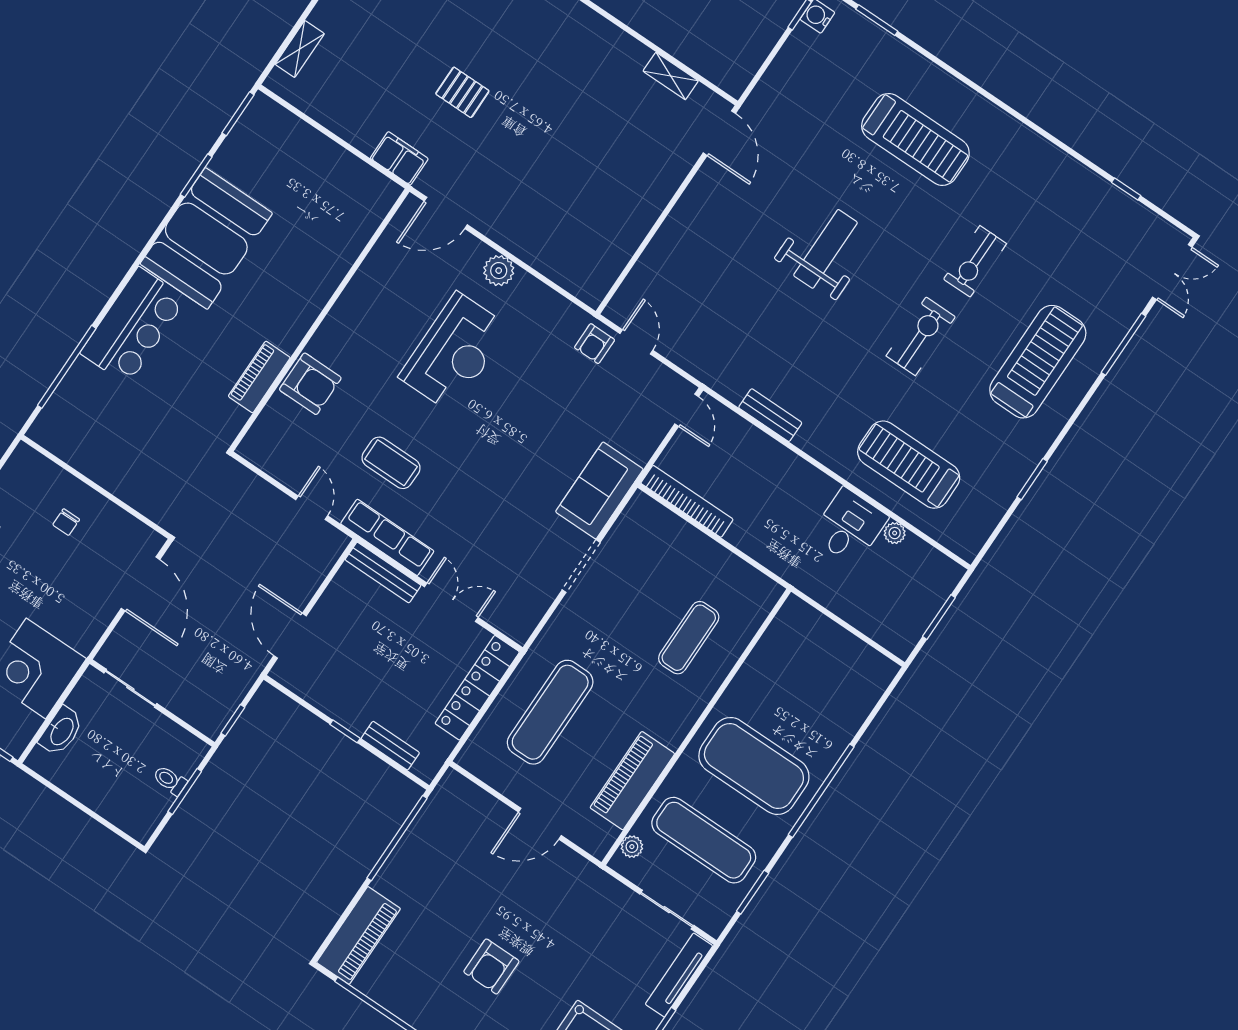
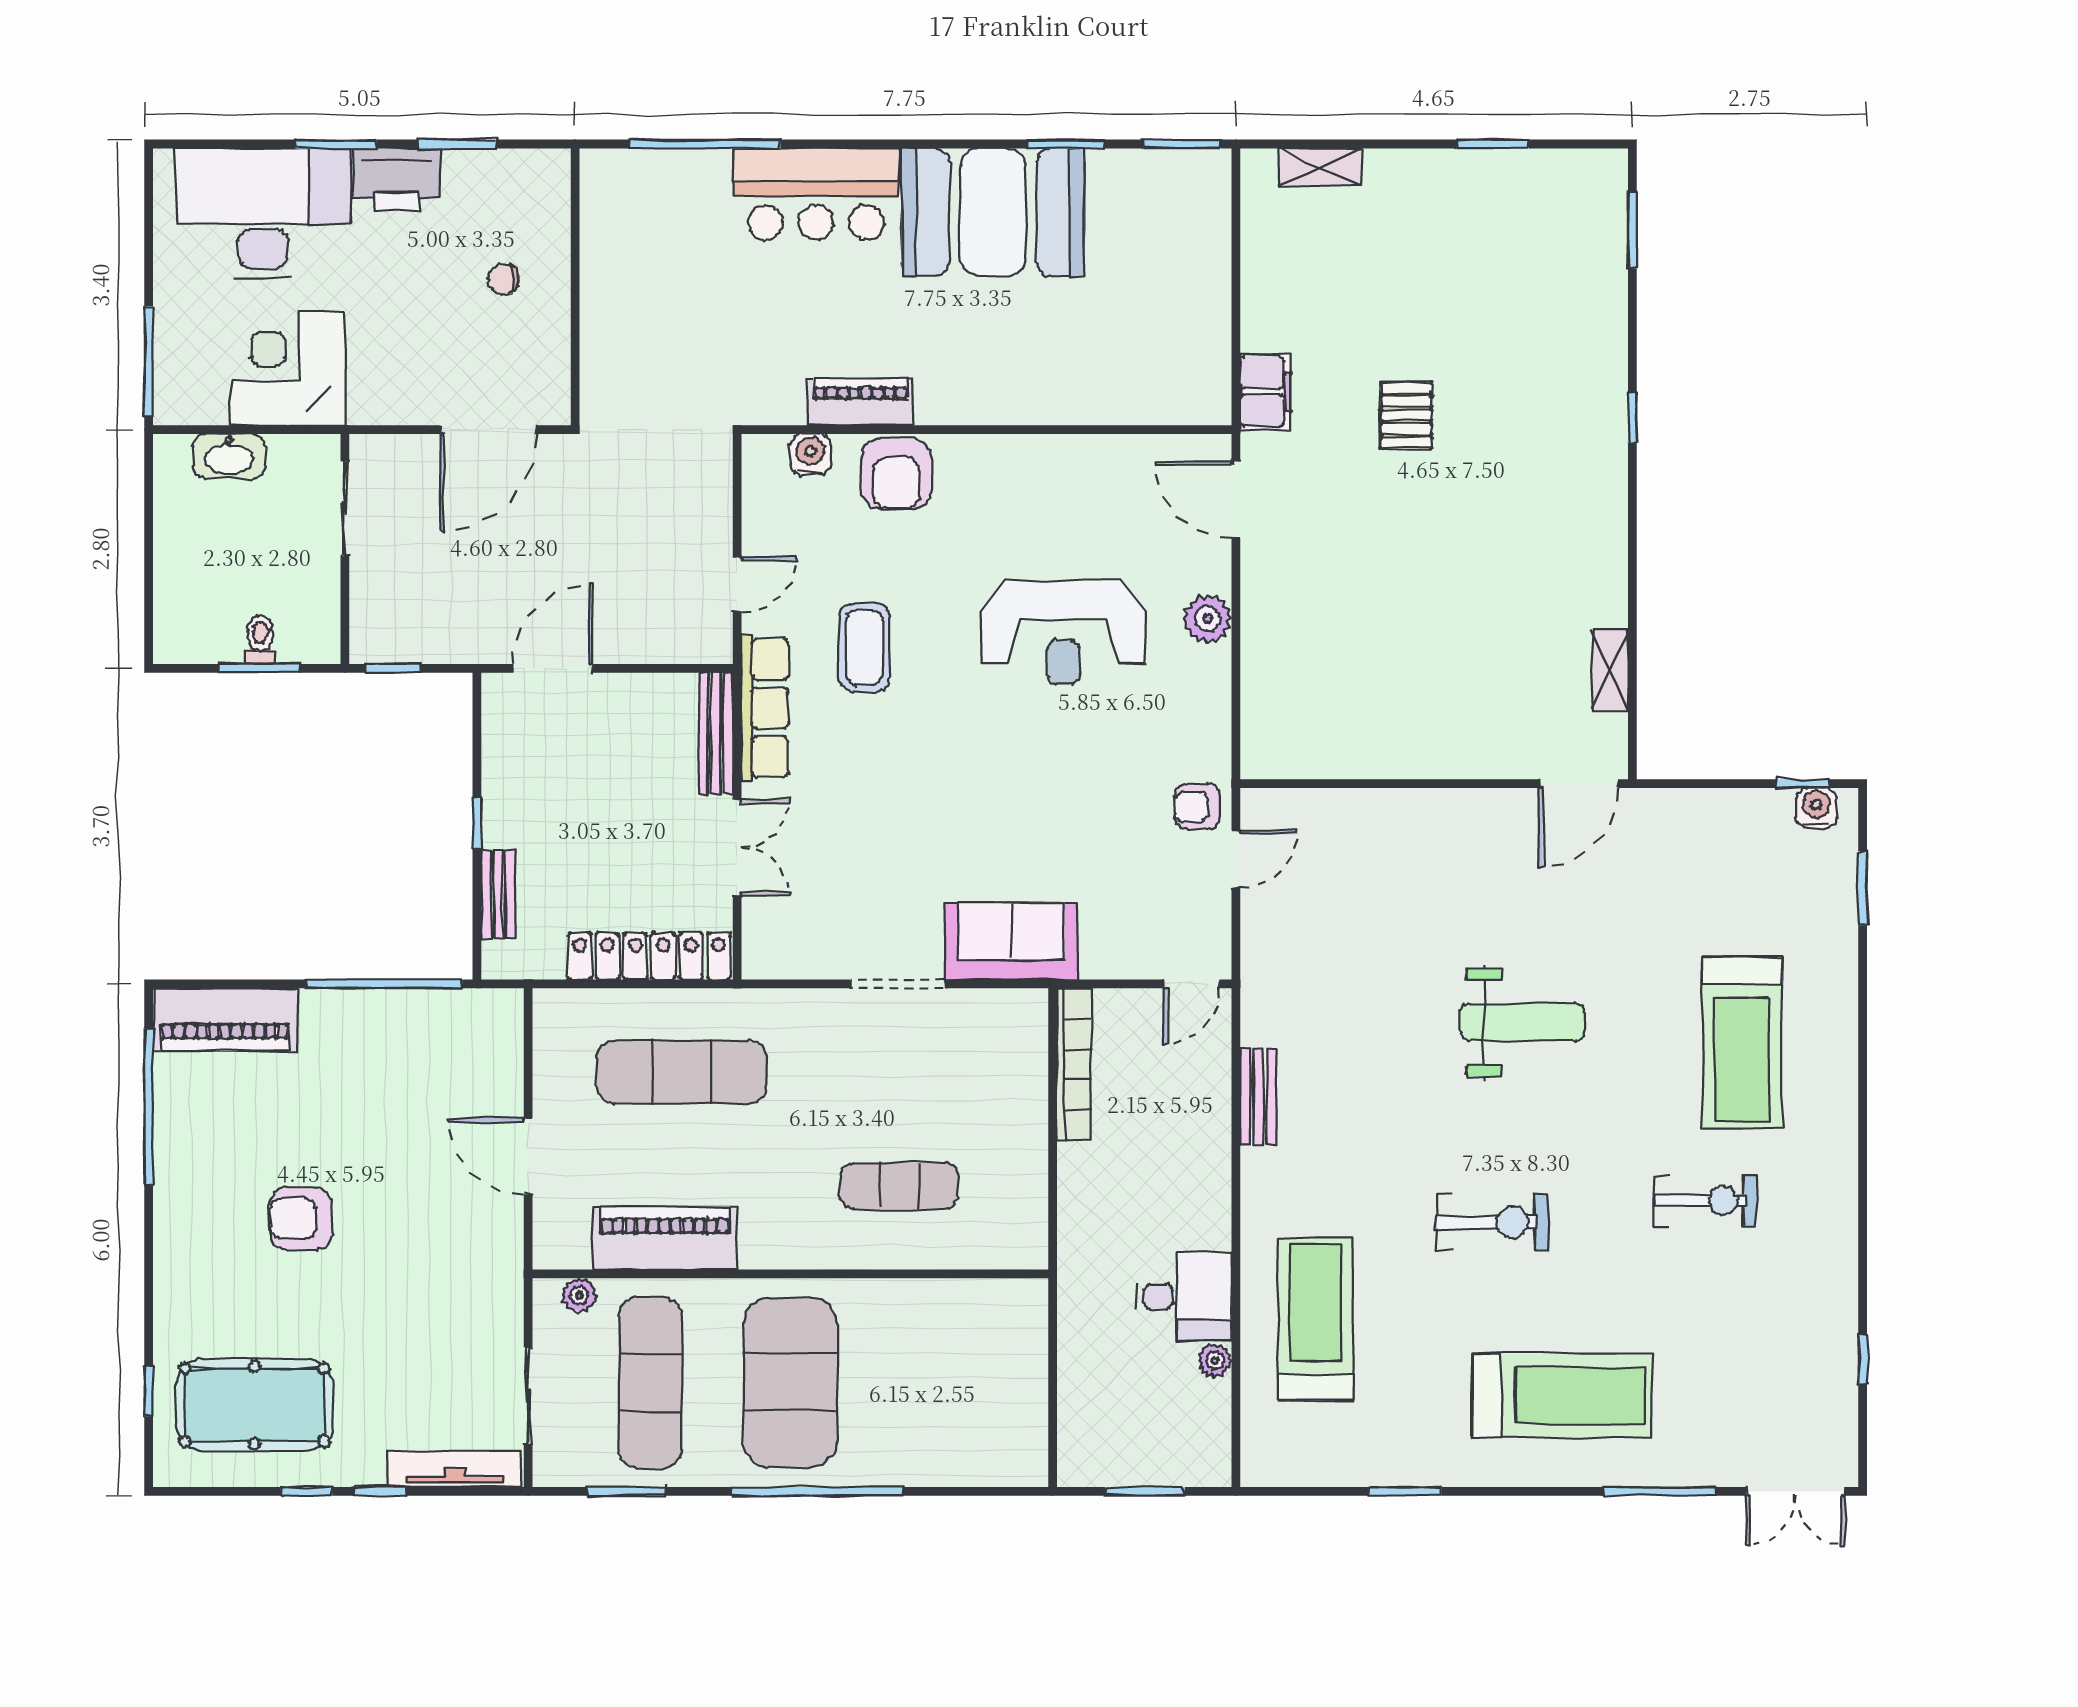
exercise bike: (975, 261) -> (1705, 1201), moved, turned 180
water cooler: (269, 422) -> (810, 454), added

